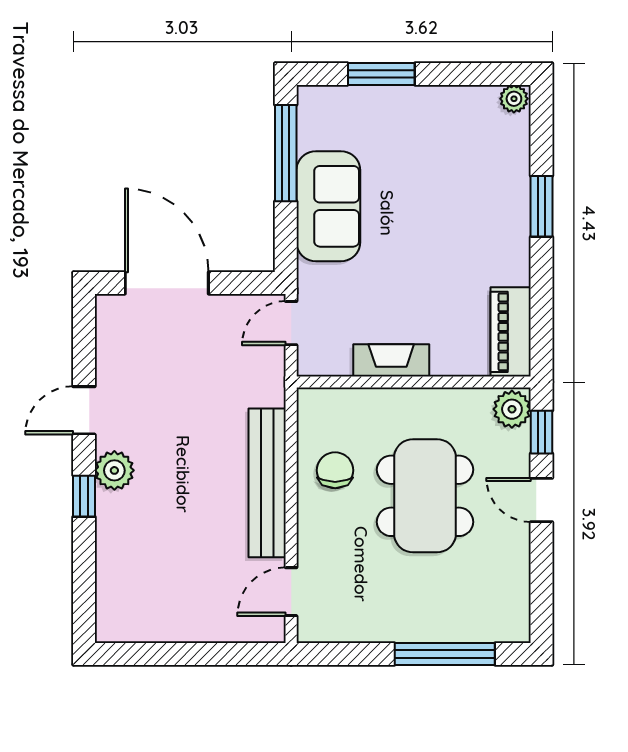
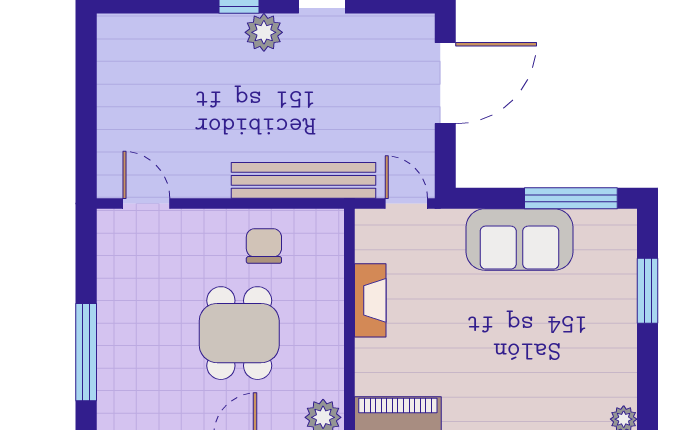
chair: (335, 470) -> (264, 246), turned -90
bench: (267, 483) -> (304, 180), moved
dining table: (425, 496) -> (239, 333), width x0.73

